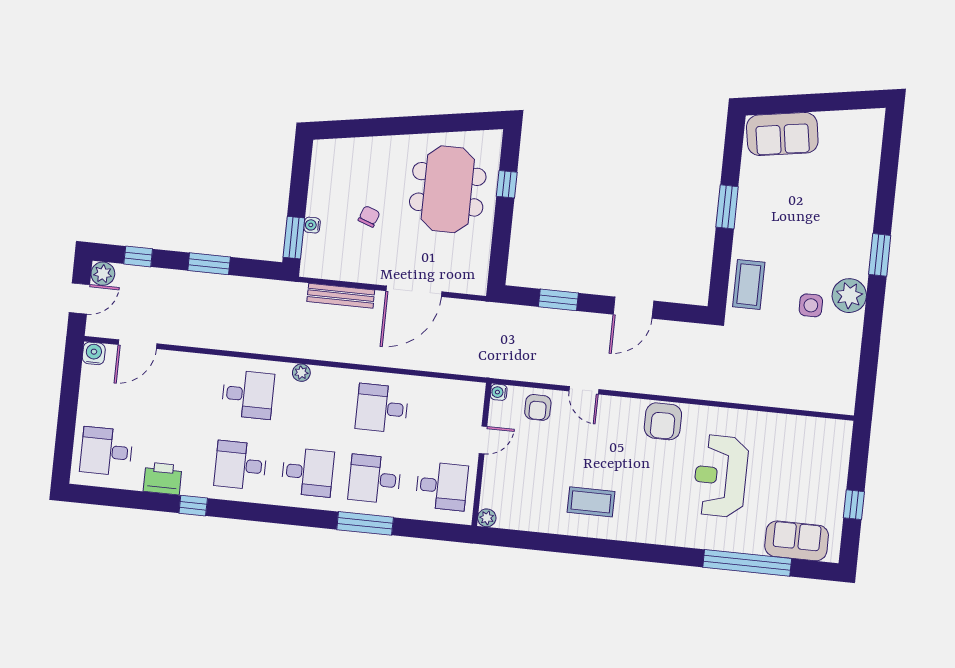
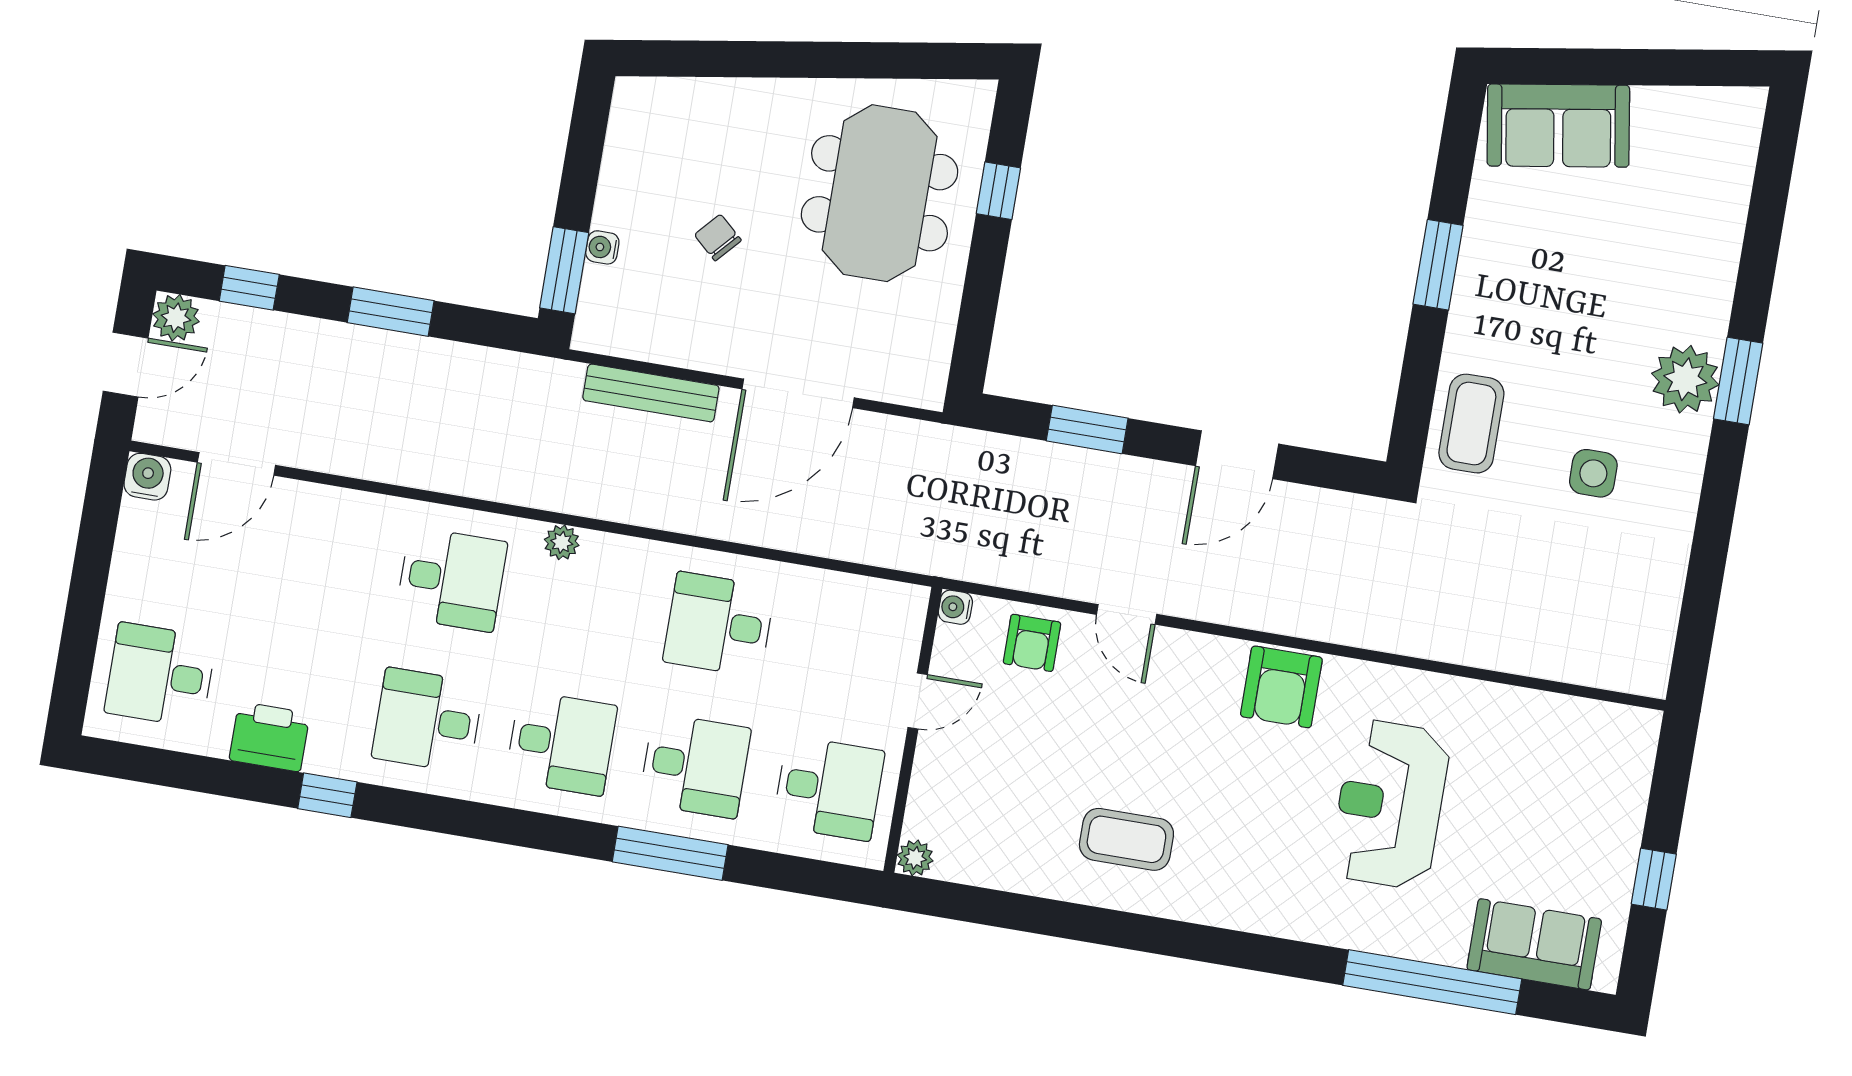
chair: (369, 216) -> (718, 238), turned -68
plant: (849, 296) -> (1685, 379), moved
desk: (375, 479) -> (695, 766), turned 180

